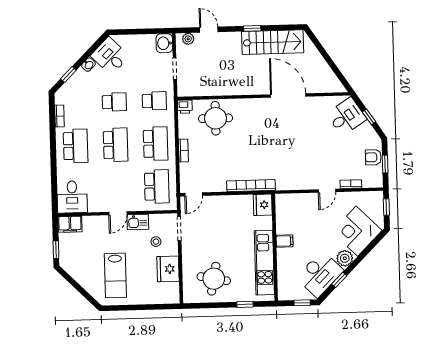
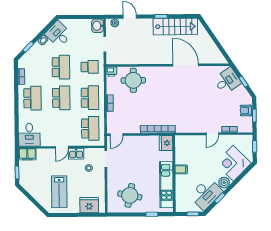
school desk: (114, 102) -> (61, 67), width x1.85
fridge: (168, 269) -> (89, 205), moved, turned 90

